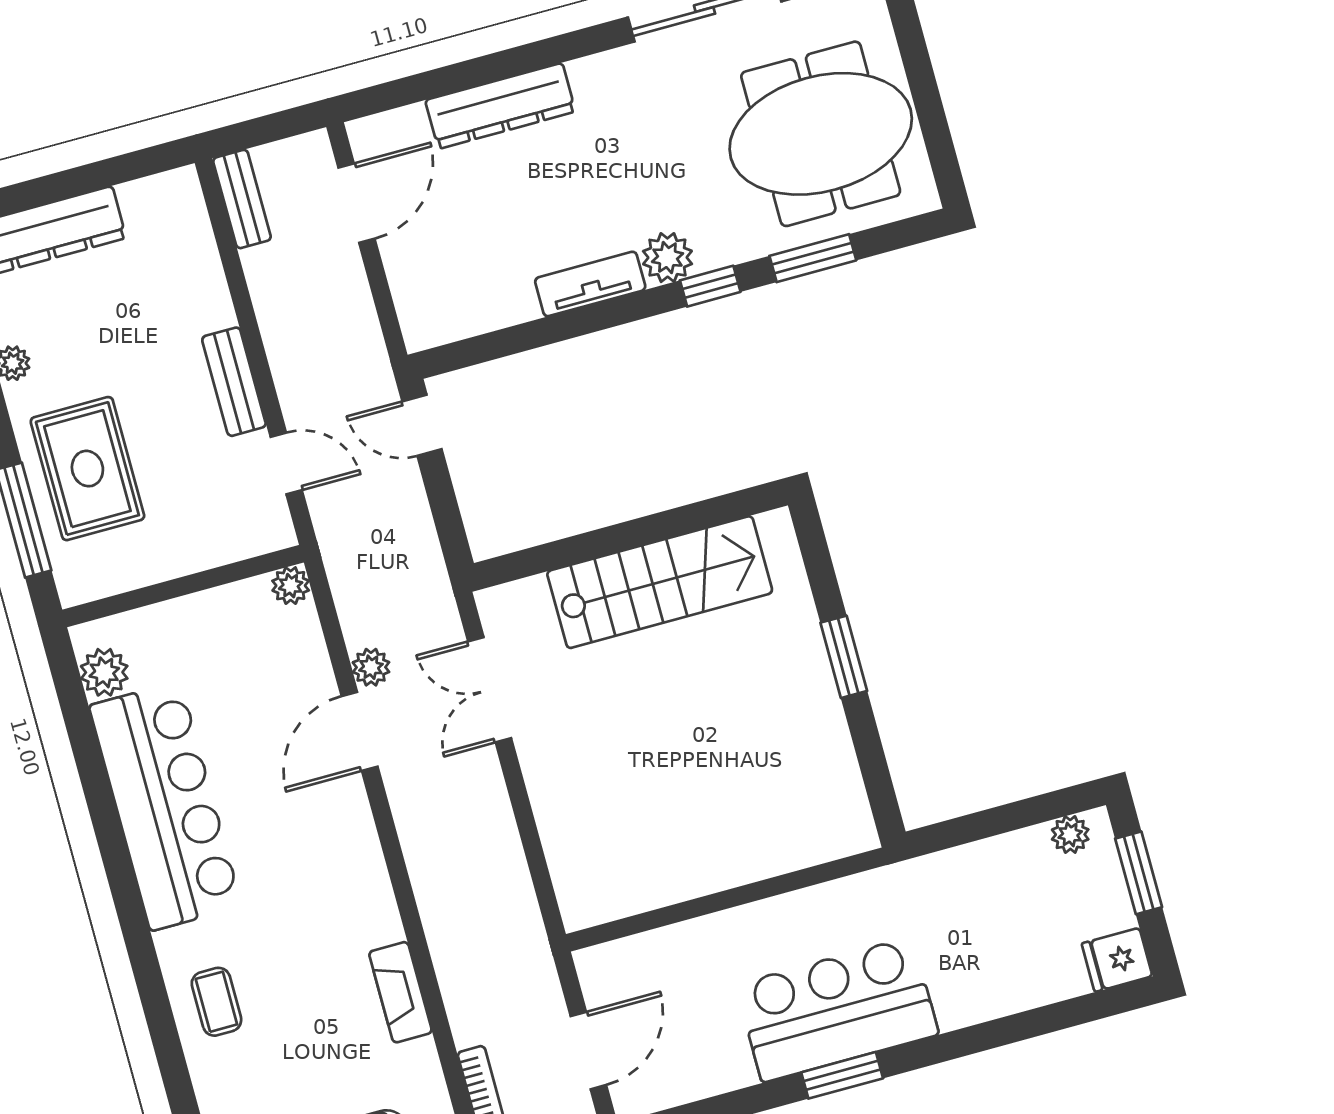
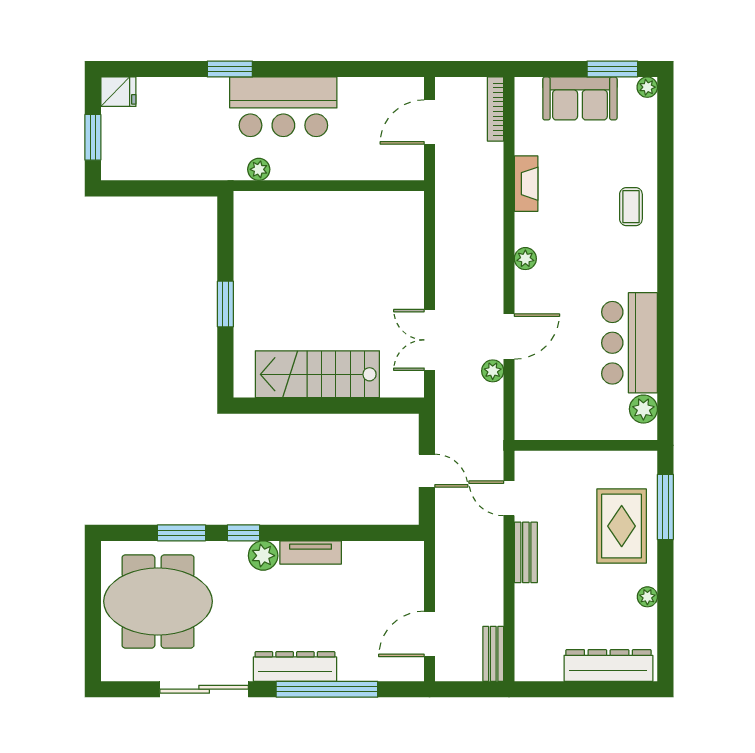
window: (501, 65) -> (327, 689), added
dresser: (500, 106) -> (295, 666), moved
door: (422, 425) -> (427, 471), moved
plant: (291, 586) -> (525, 259), moved
double door: (490, 690) -> (429, 340), swing flipped
bar counter: (165, 806) -> (630, 343), width x0.73
plant: (1070, 834) -> (259, 169), moved
window: (842, 1075) -> (230, 69), moved

